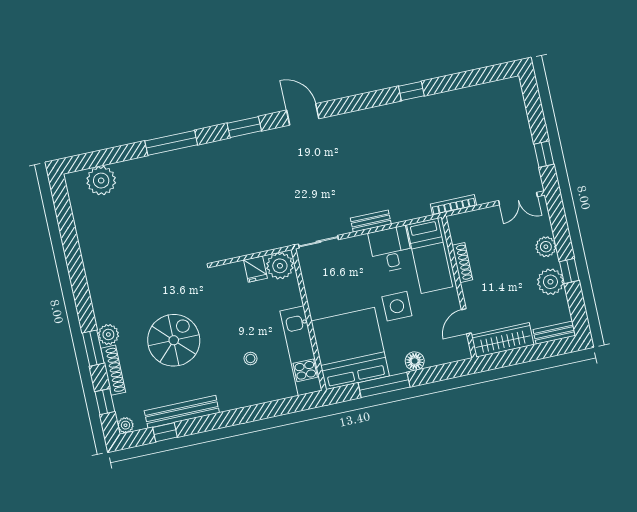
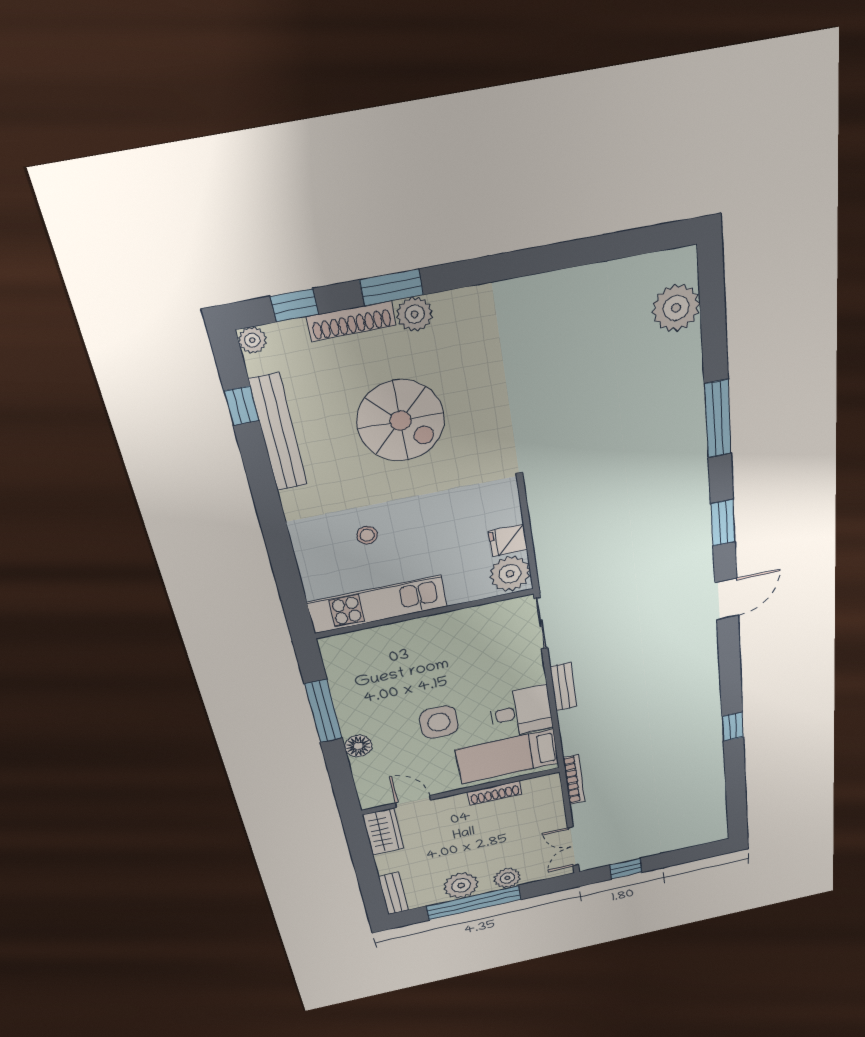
window: (569, 271) -> (474, 903), width x3.17
wardrobe: (503, 340) -> (383, 832), width x0.67
bed: (350, 348) -> (379, 668), removed

